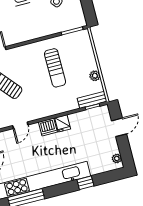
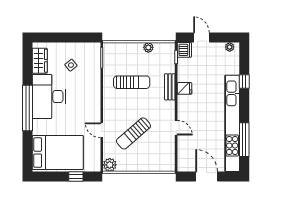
bench: (92, 100) -> (170, 87), moved
dishwasher: (48, 127) -> (184, 50), moved

